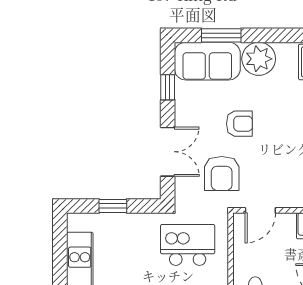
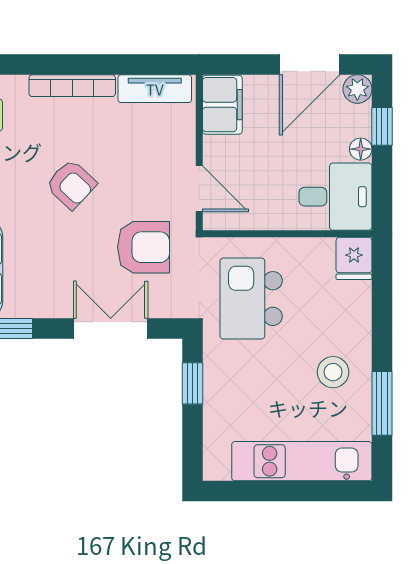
armchair: (239, 124) -> (71, 184), moved, turned 133
window: (113, 206) -> (192, 383), moved

